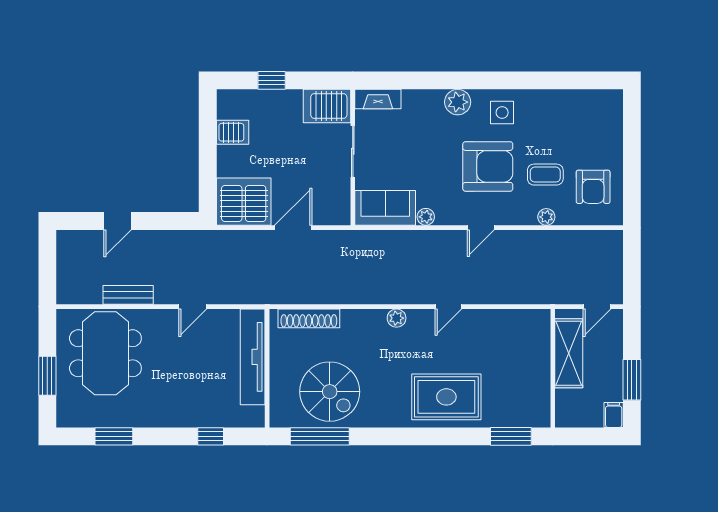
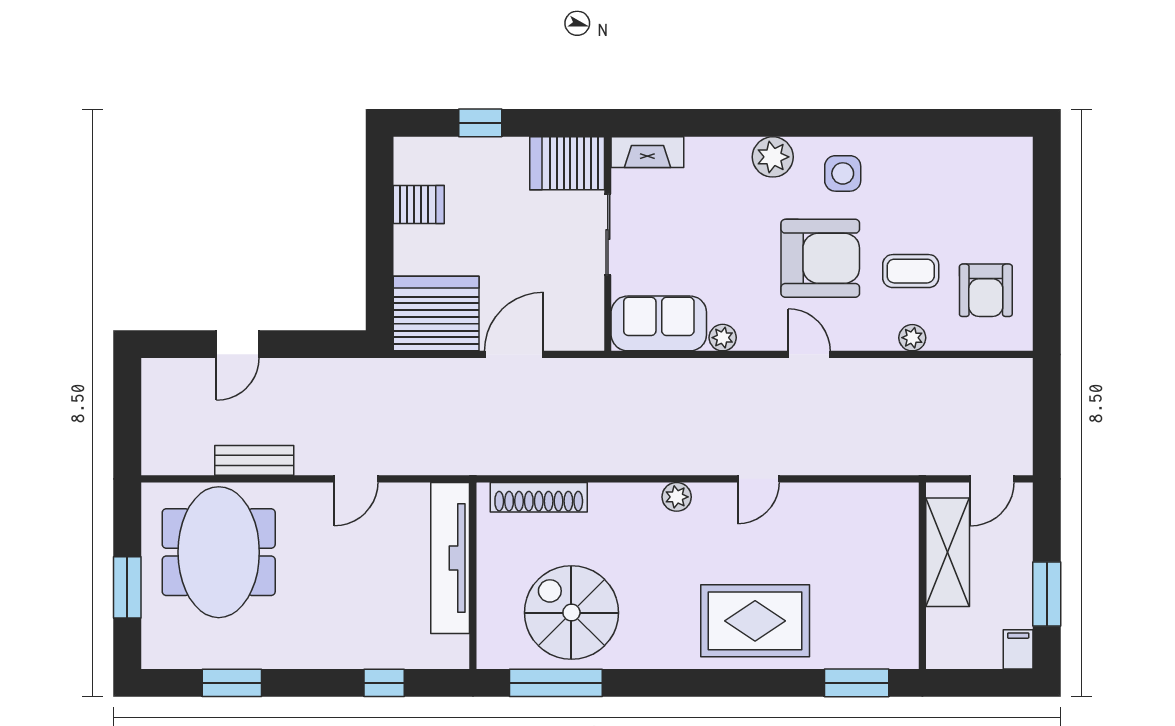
door: (481, 228) -> (809, 354), swing flipped
spiral stairs: (330, 392) -> (571, 613), turned 180

